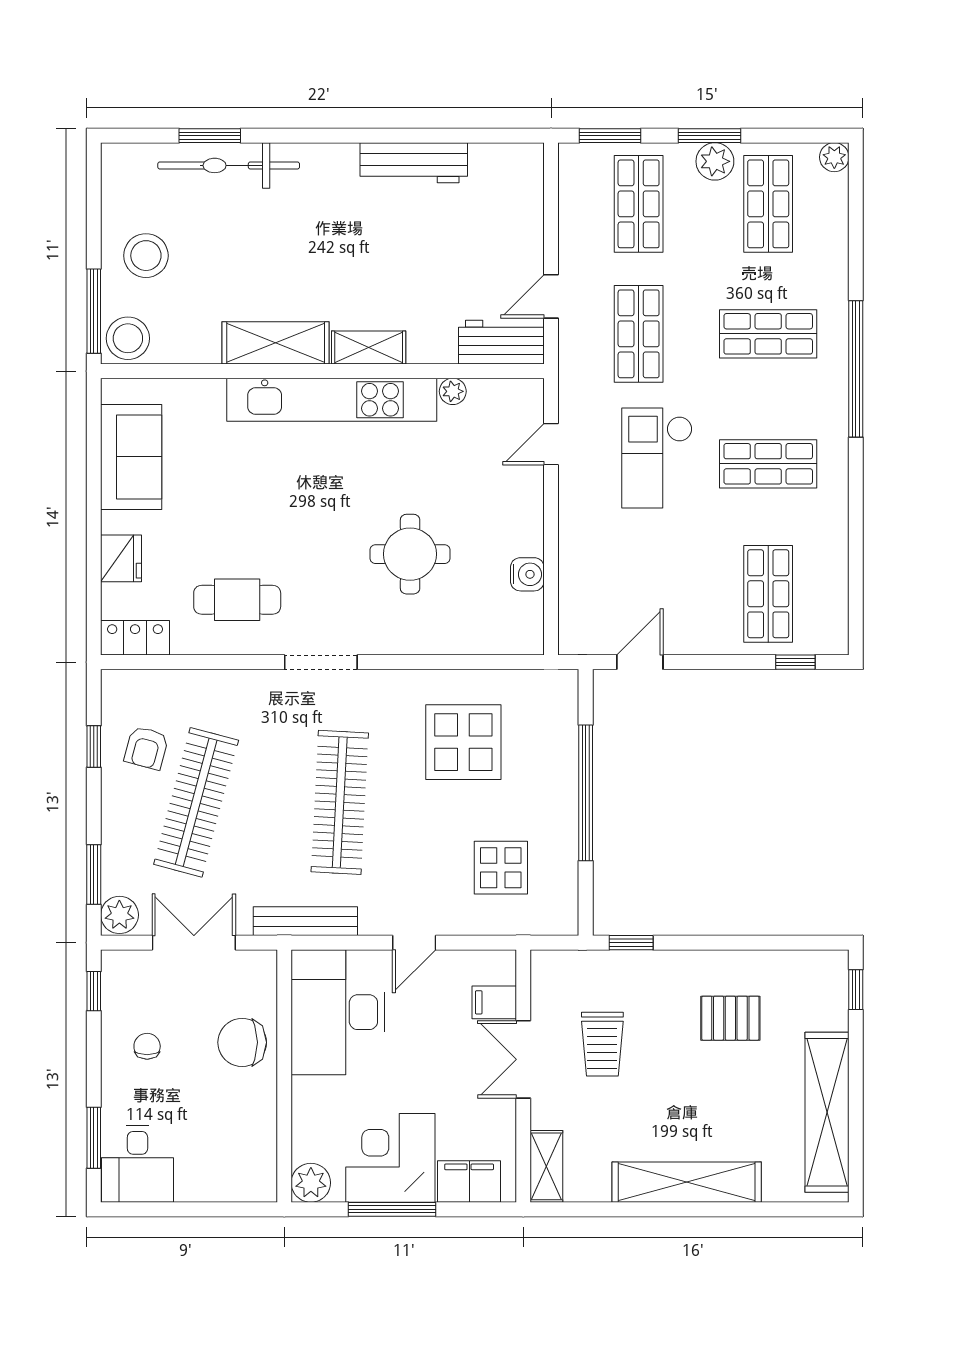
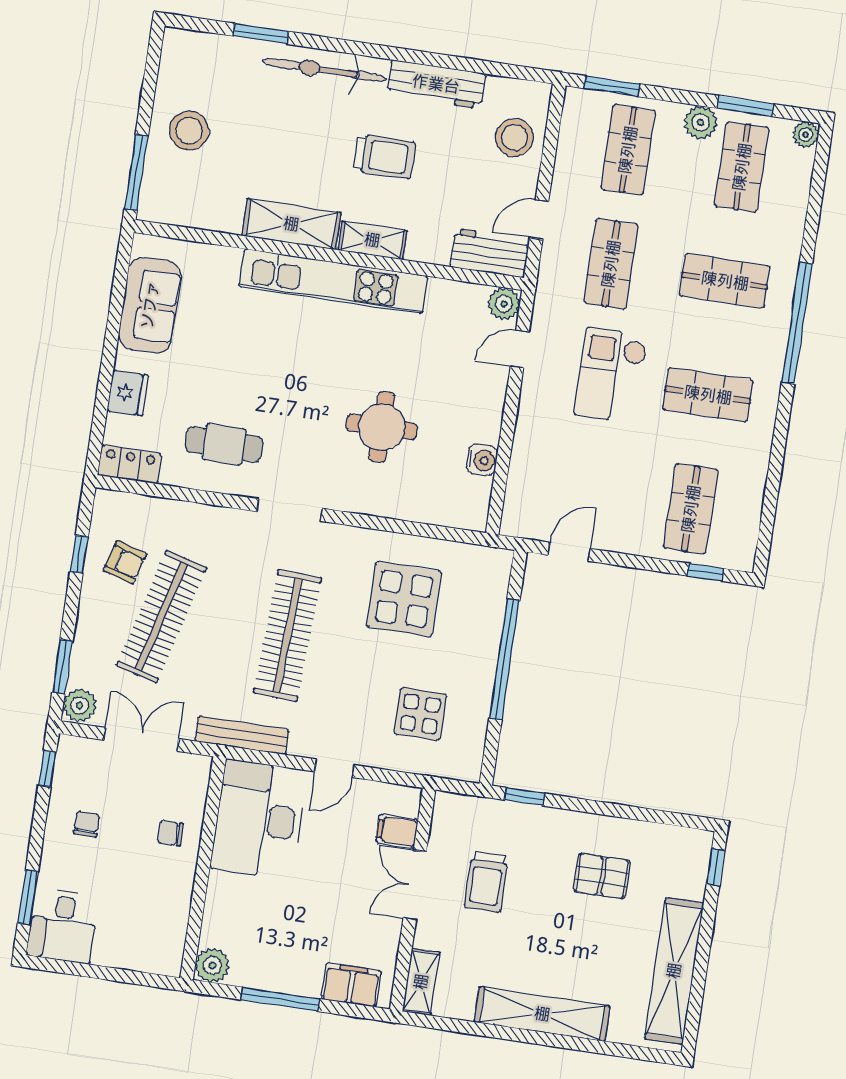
window: (709, 136) -> (745, 106), moved
bicycle: (229, 165) -> (324, 70), moved
trolley: (368, 252) -> (384, 157), added
stool: (128, 338) -> (515, 138), moved
plant: (453, 391) -> (504, 304), moved, width x1.38, depth x1.38
armchair: (146, 748) -> (125, 562), turned -89
chair: (242, 1042) -> (171, 833), width x0.54, depth x0.54
corner desk: (390, 1158) -> (285, 954), removed

